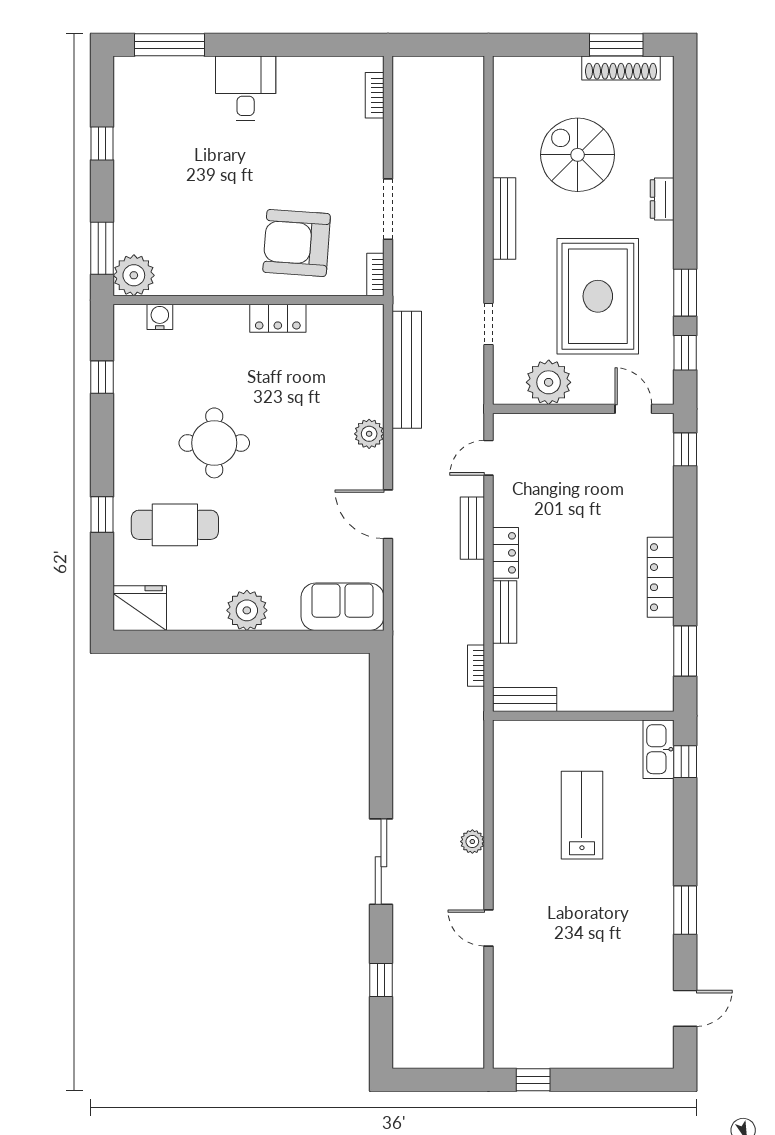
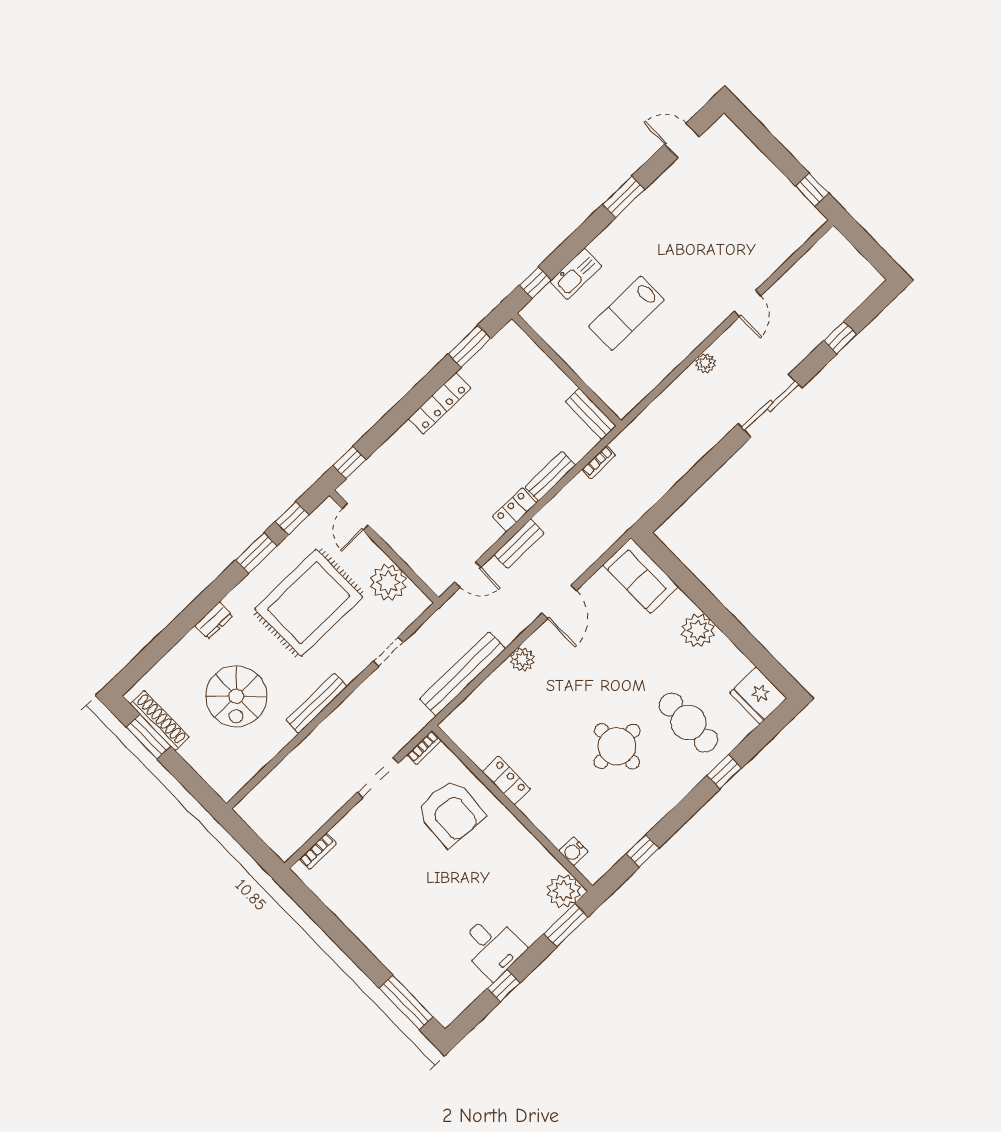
desk: (246, 88) -> (492, 947), moved, turned -90
kitchen sink: (659, 749) -> (576, 274), moved

